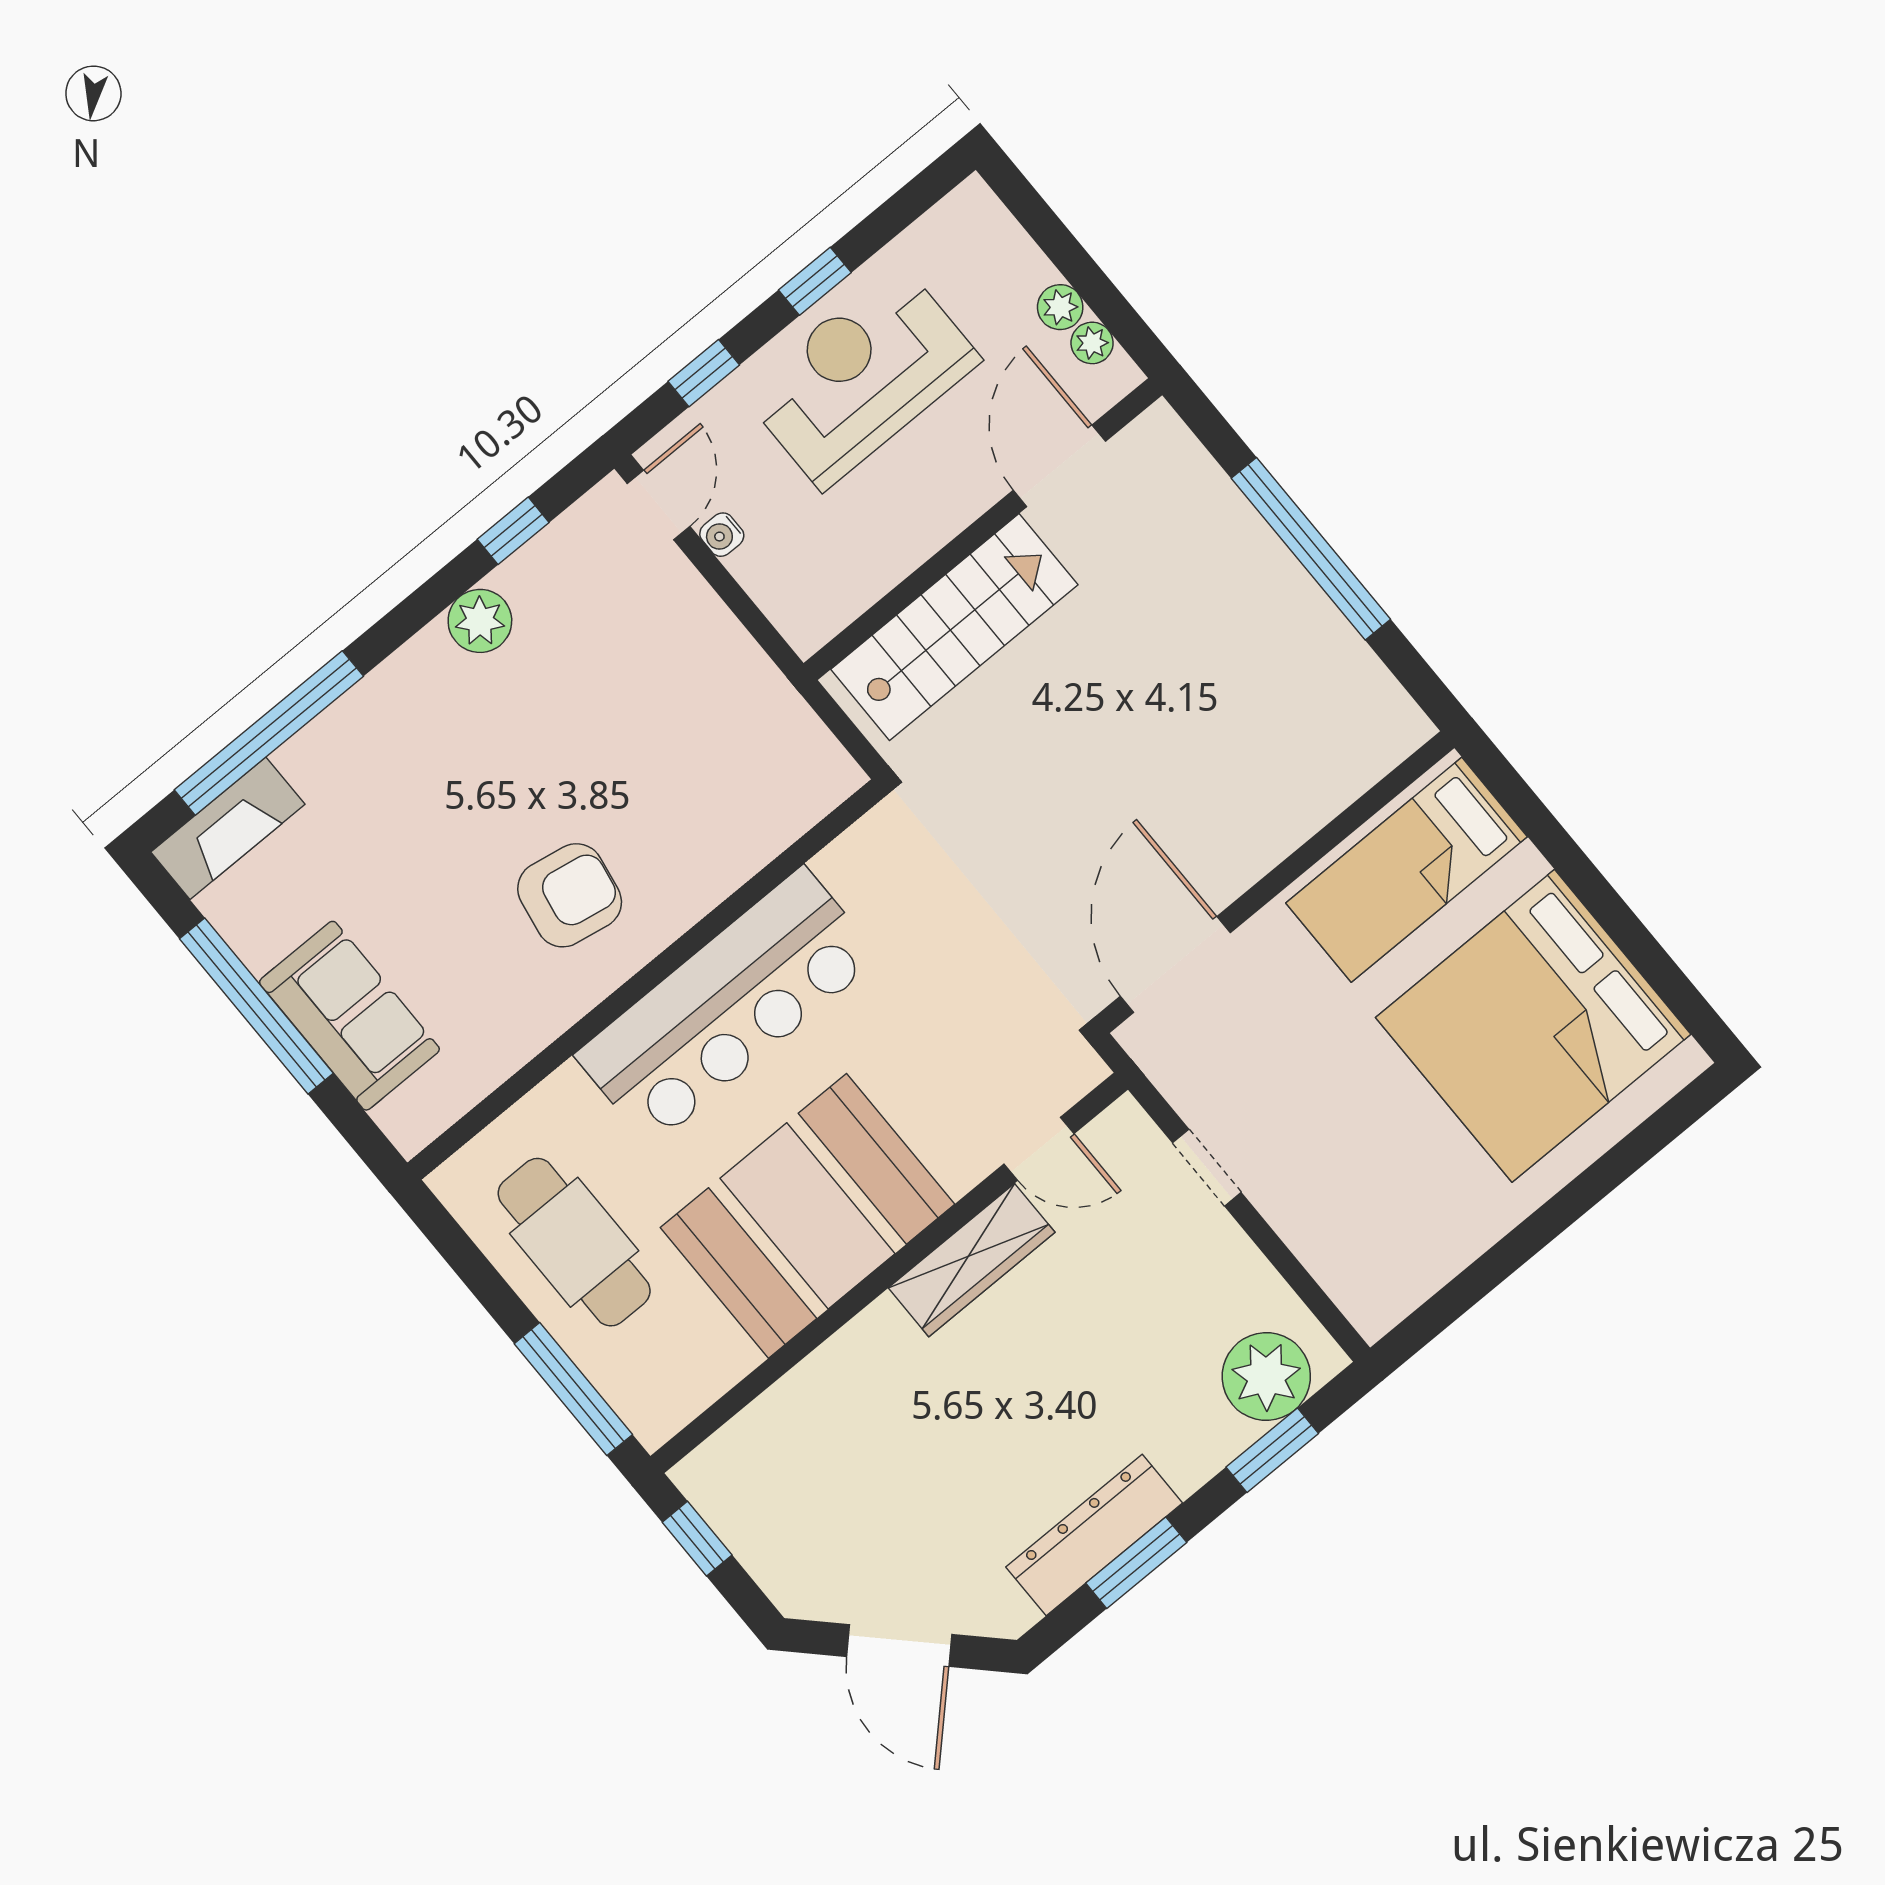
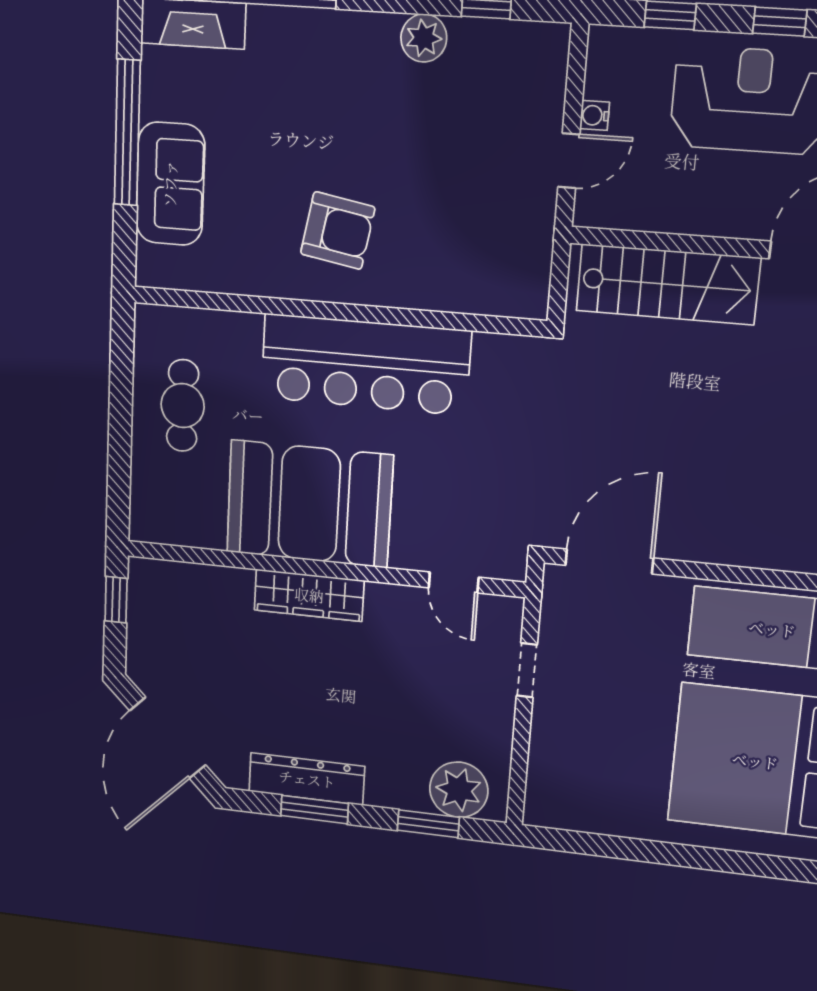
door: (659, 505) -> (569, 161), moved
cafe table: (574, 1242) -> (183, 406), width x0.73, depth x0.74
wardrobe: (972, 1260) -> (309, 595), moved
window: (573, 1389) -> (119, 475), removed
door: (899, 1646) -> (168, 738), width x1.36

